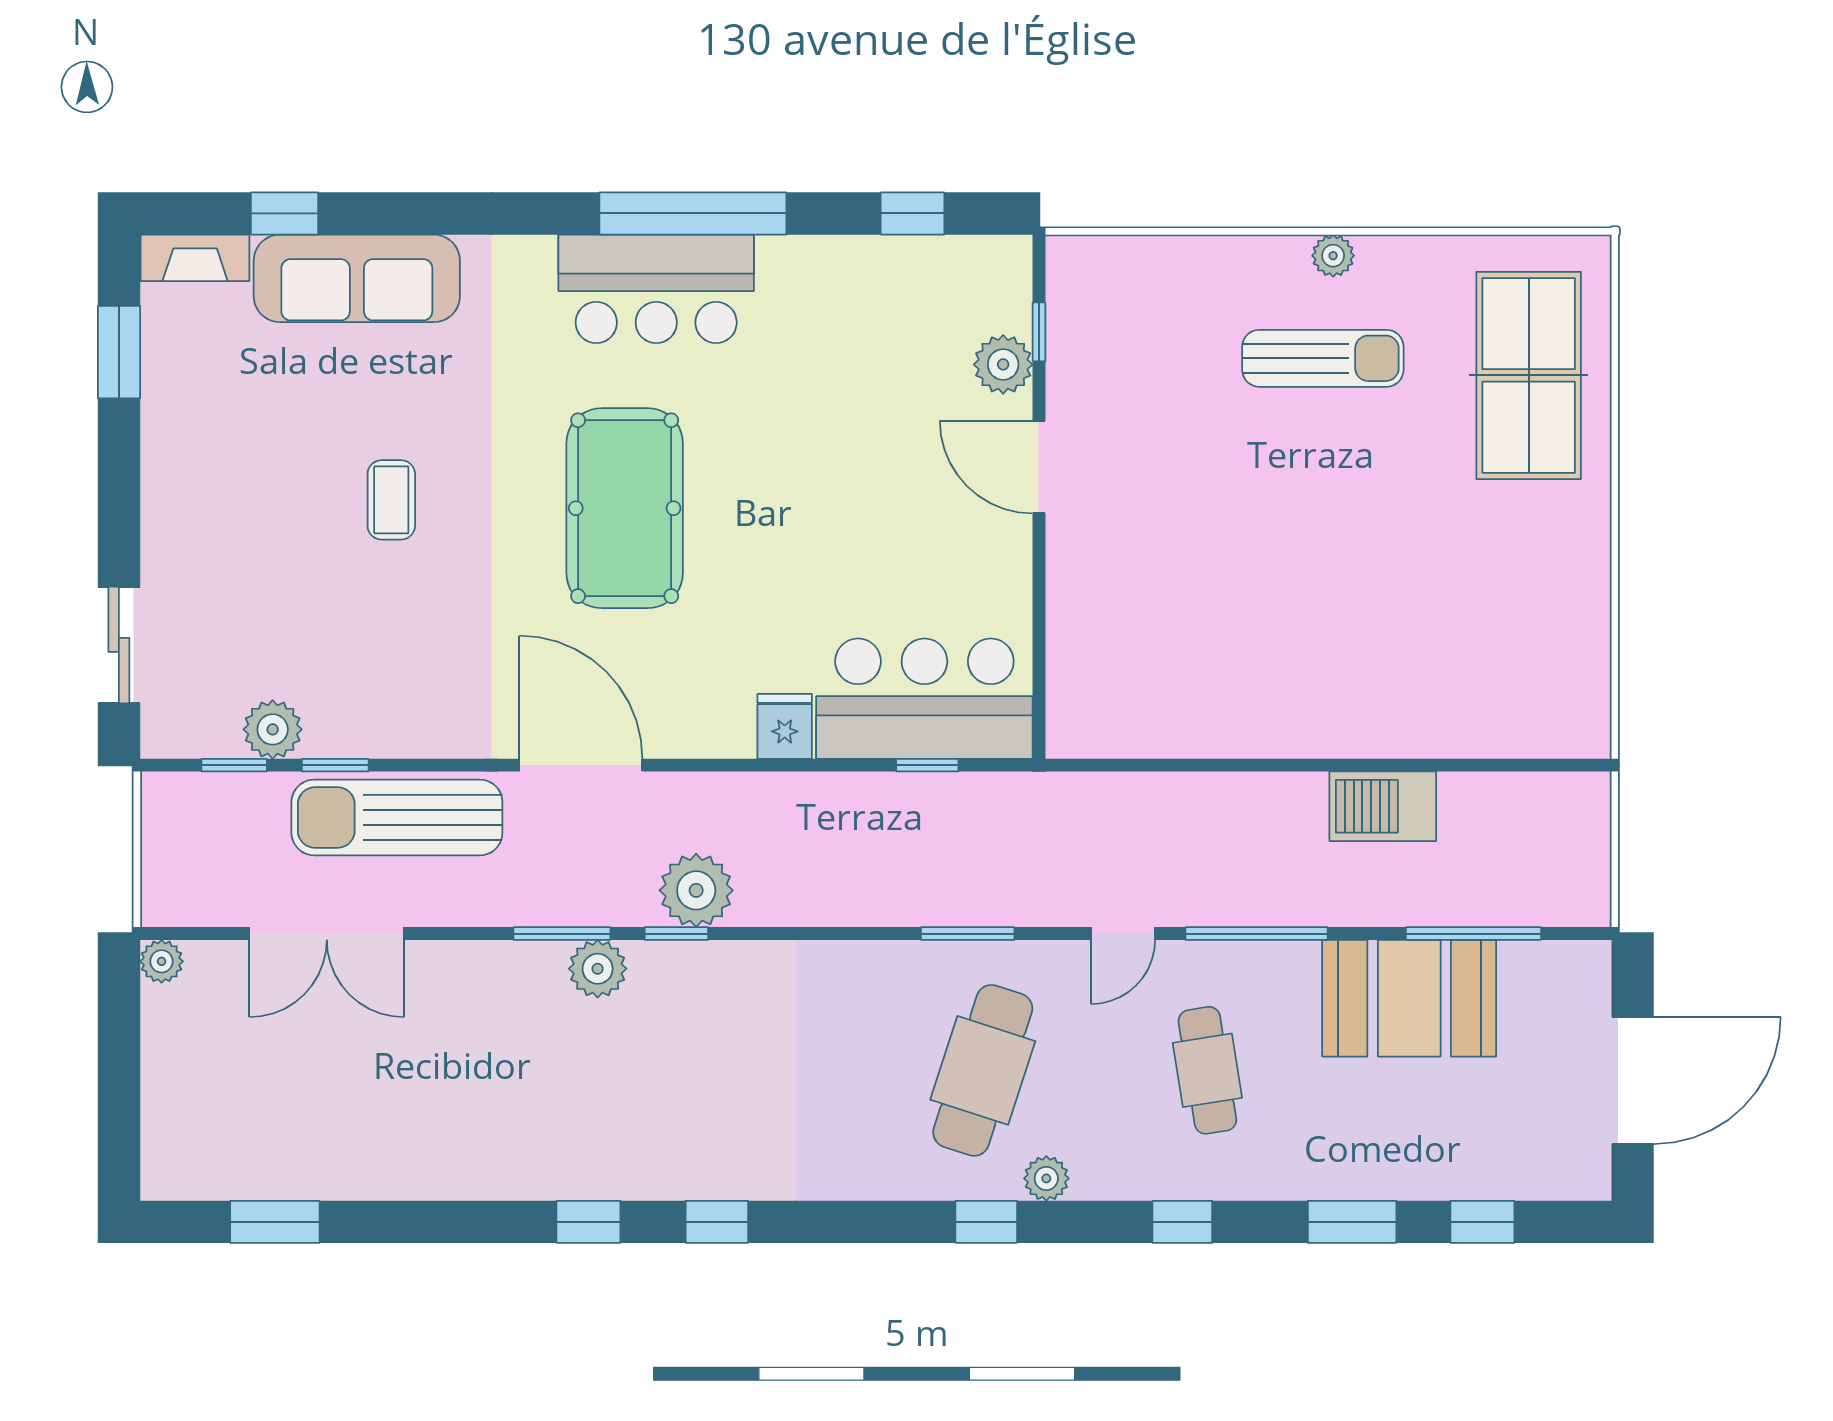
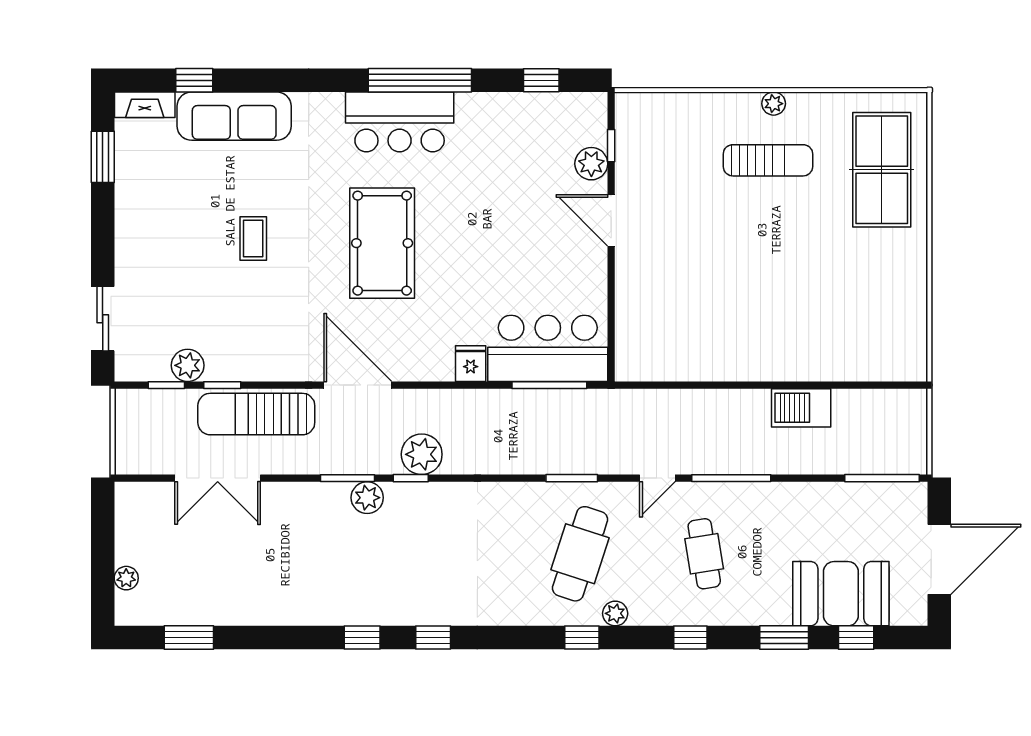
window: (927, 765) -> (549, 385), width x2.17
window: (1473, 934) -> (882, 478), moved
plant: (162, 961) -> (126, 578), moved
booth: (1409, 998) -> (841, 594), moved

